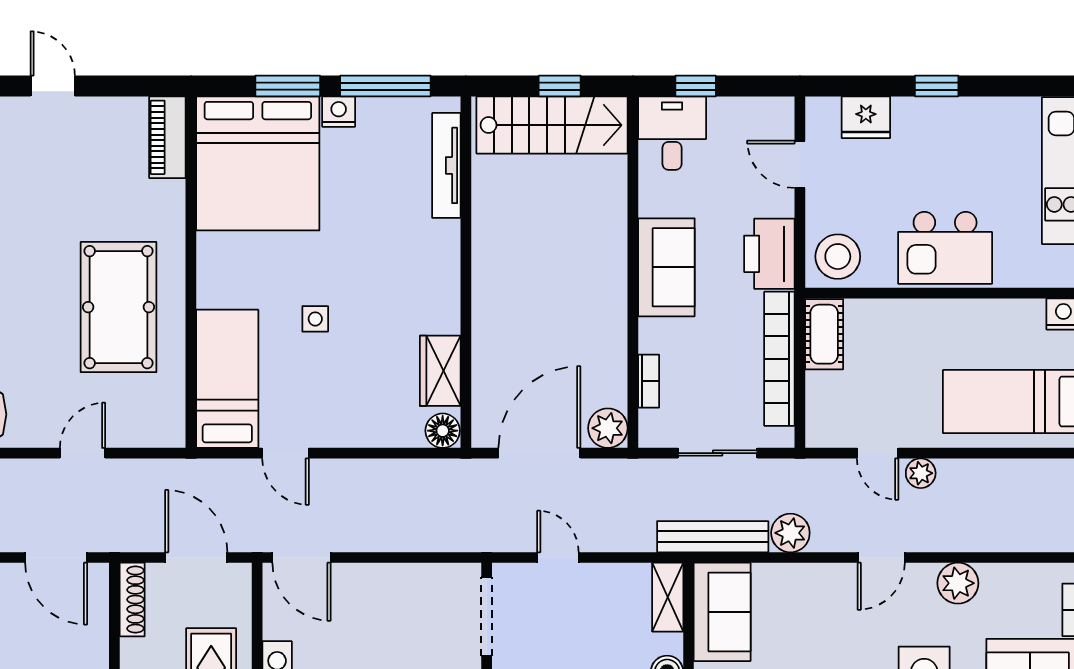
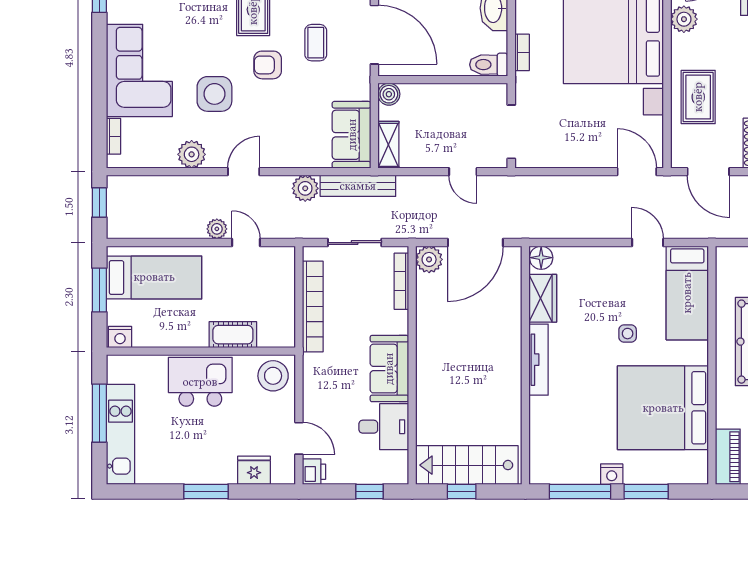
window: (937, 86) -> (206, 492), width x1.50
desk: (672, 133) -> (384, 427), moved, turned -90
bed: (258, 163) -> (663, 408), moved, turned -90
tv unit: (446, 165) -> (539, 360), moved
printer: (769, 254) -> (314, 472), moved, width x0.53, depth x0.68
cot: (824, 334) -> (233, 335), moved, turned 90
bookcase: (649, 381) -> (401, 281), width x1.56

